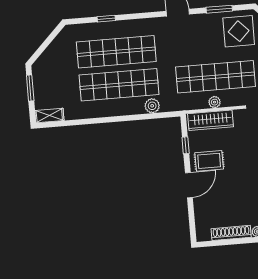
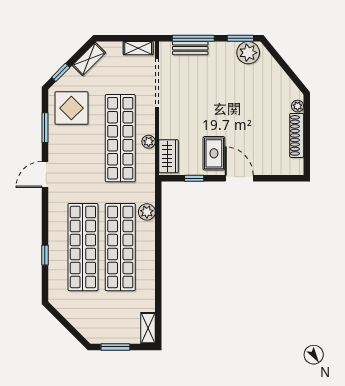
wardrobe: (211, 120) -> (169, 156), width x0.67

